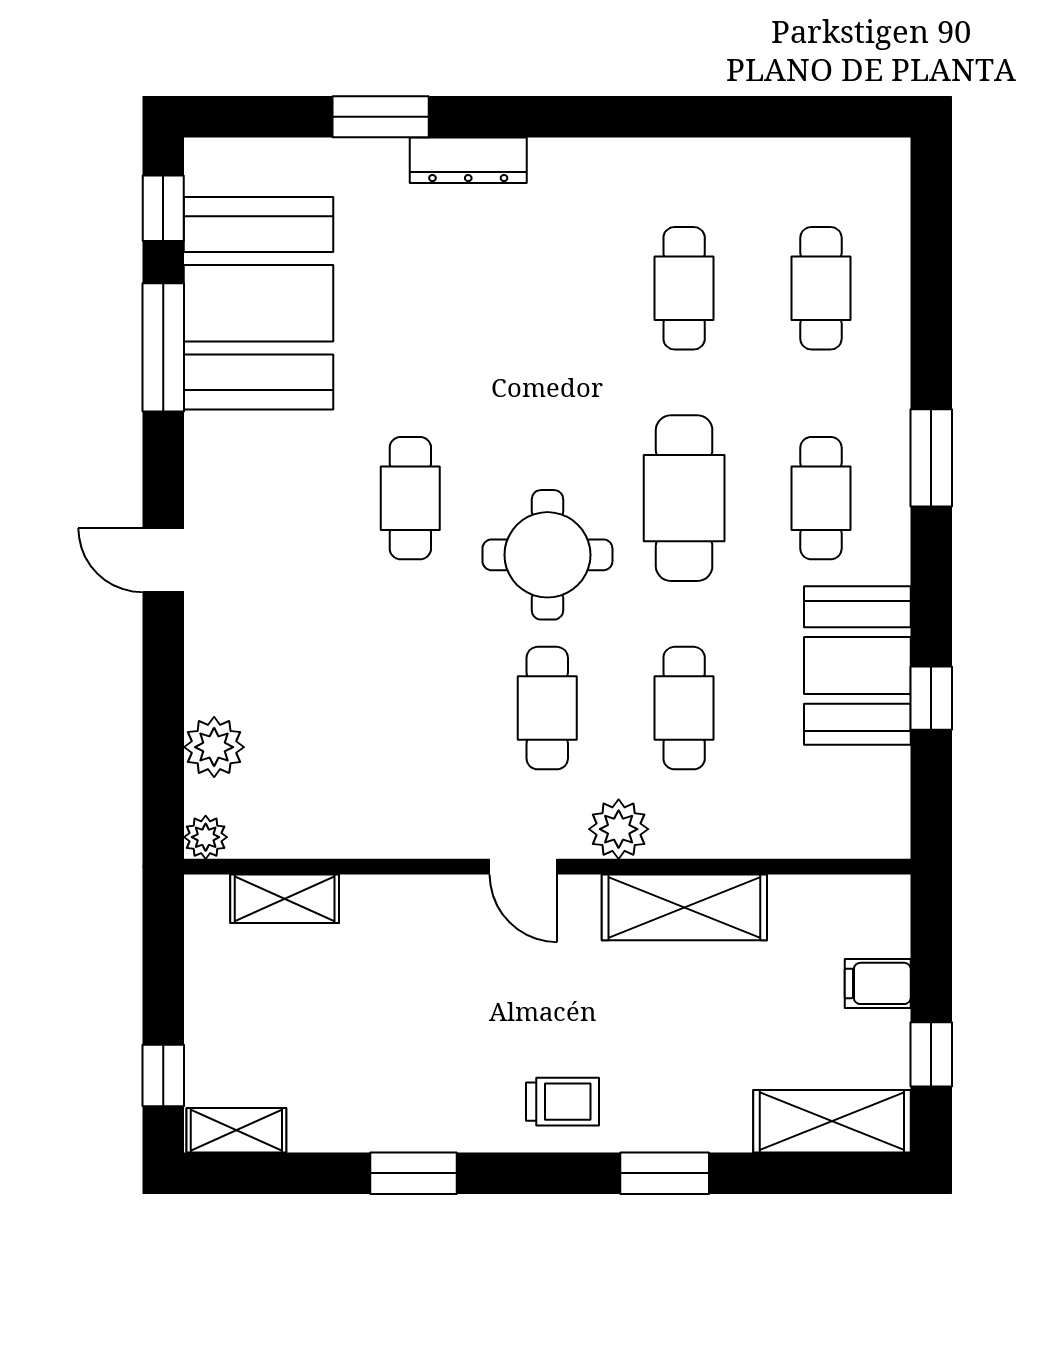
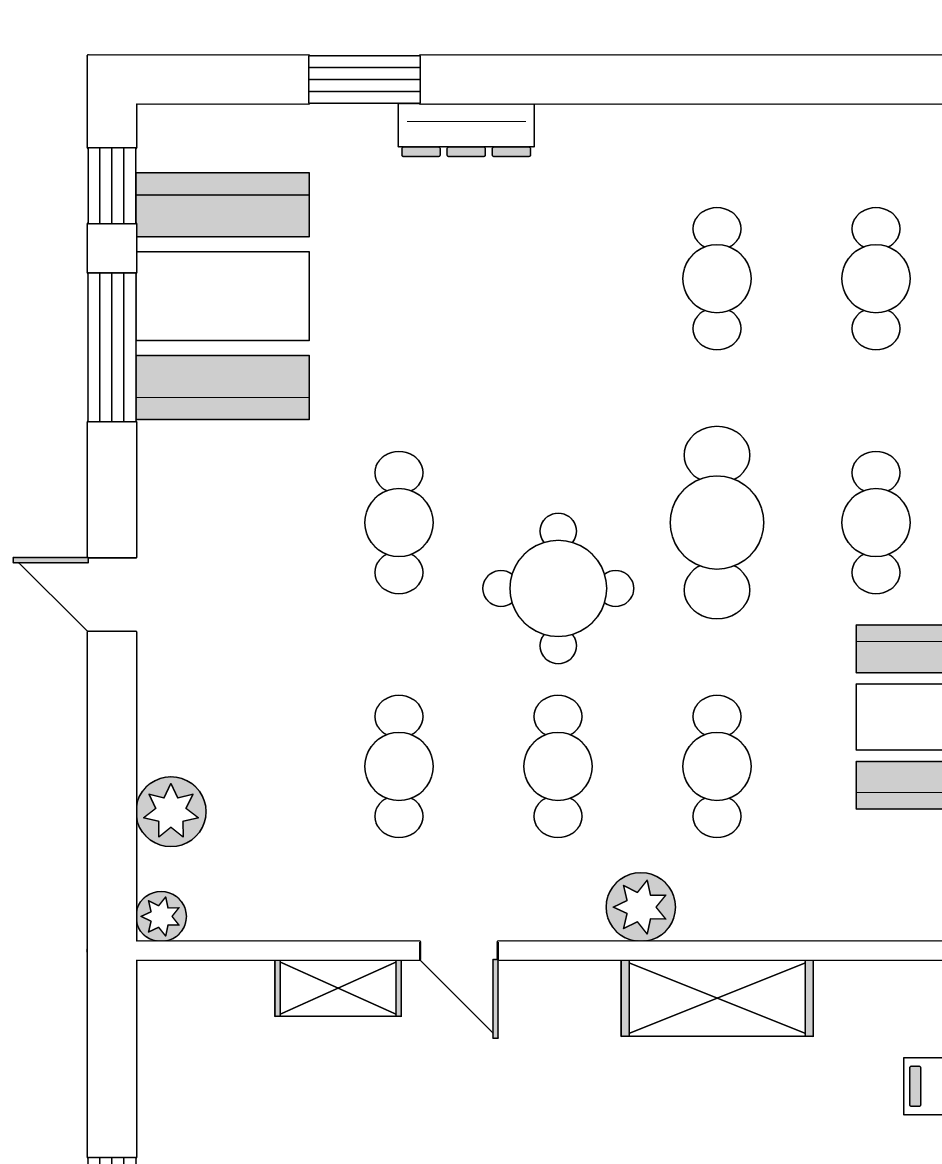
cafe table: (410, 708) -> (399, 766), added
door: (523, 867) -> (459, 951), moved
shelving: (285, 899) -> (338, 988), moved

